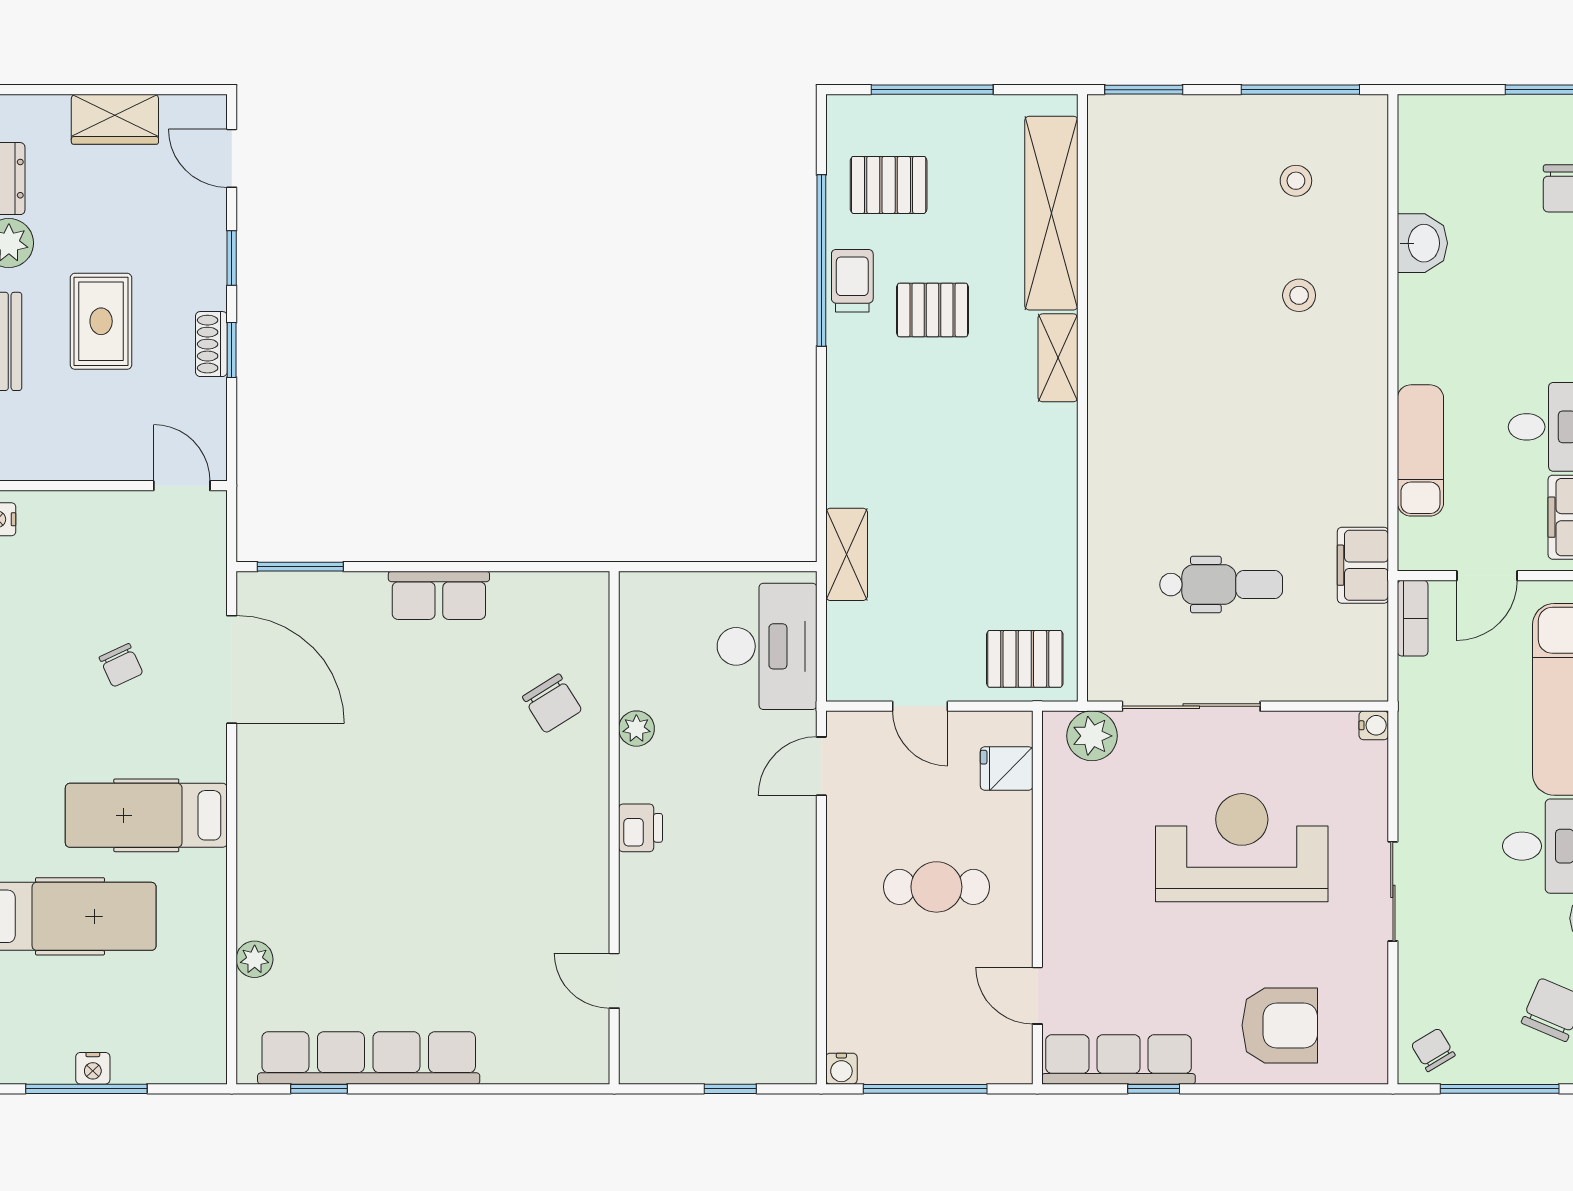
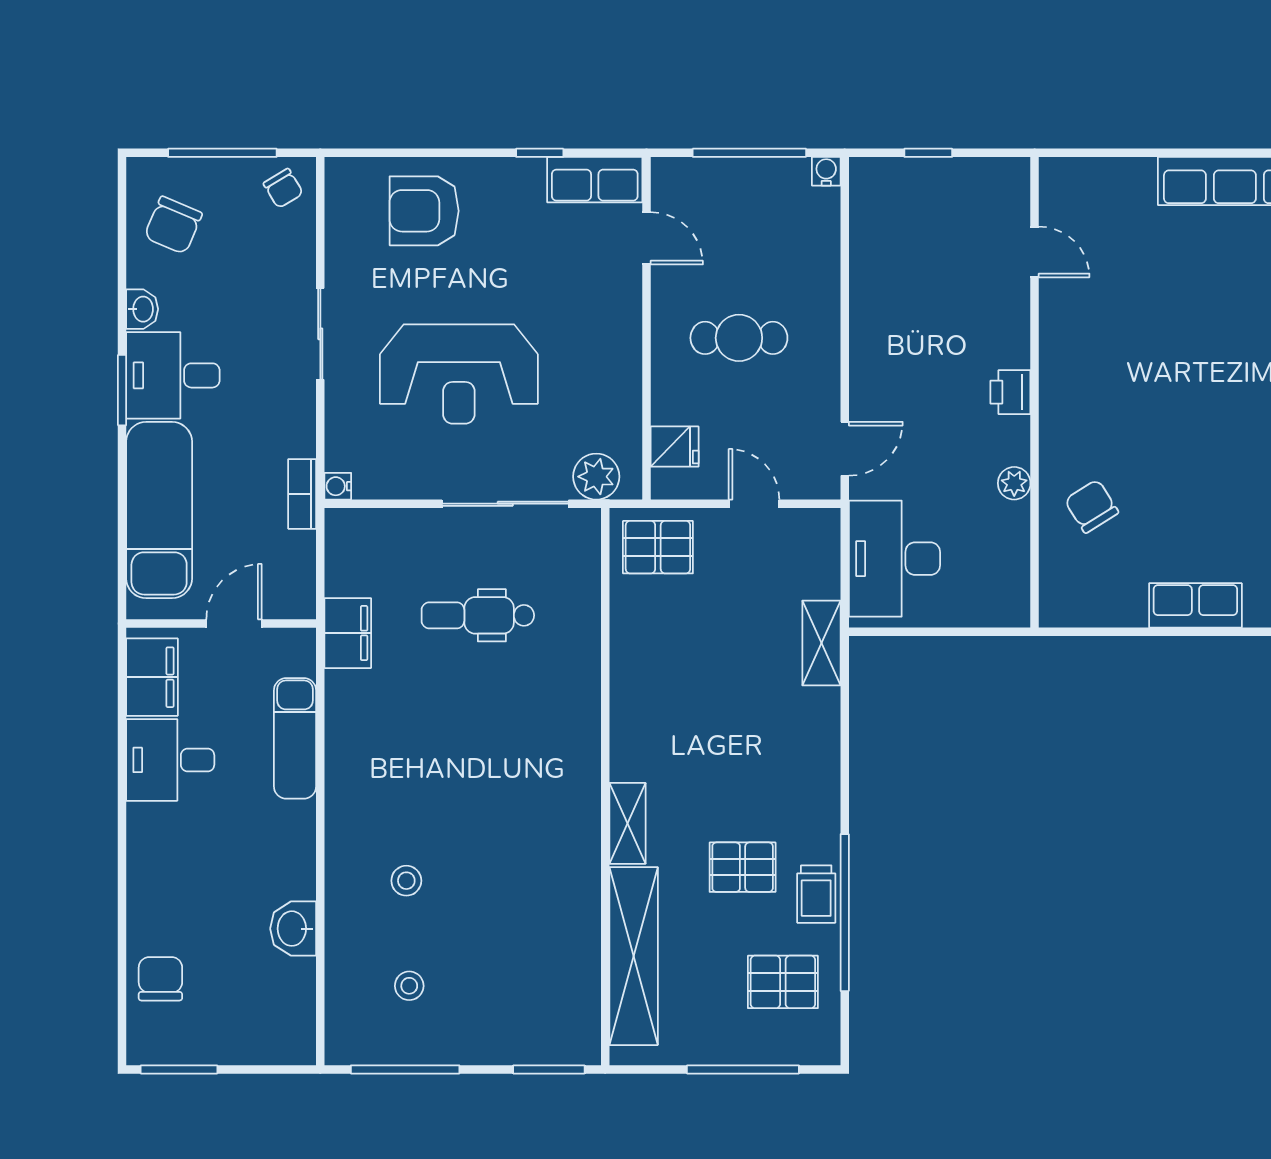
bookcase: (1413, 618) -> (302, 494), moved
row of seats: (1119, 1059) -> (595, 180), width x0.68

